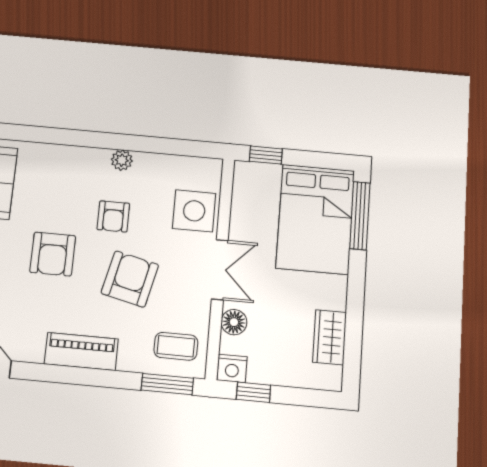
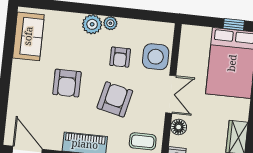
window: (266, 155) -> (234, 24), moved
plant: (93, 162) -> (92, 24), added
armchair: (113, 216) -> (120, 57), moved

